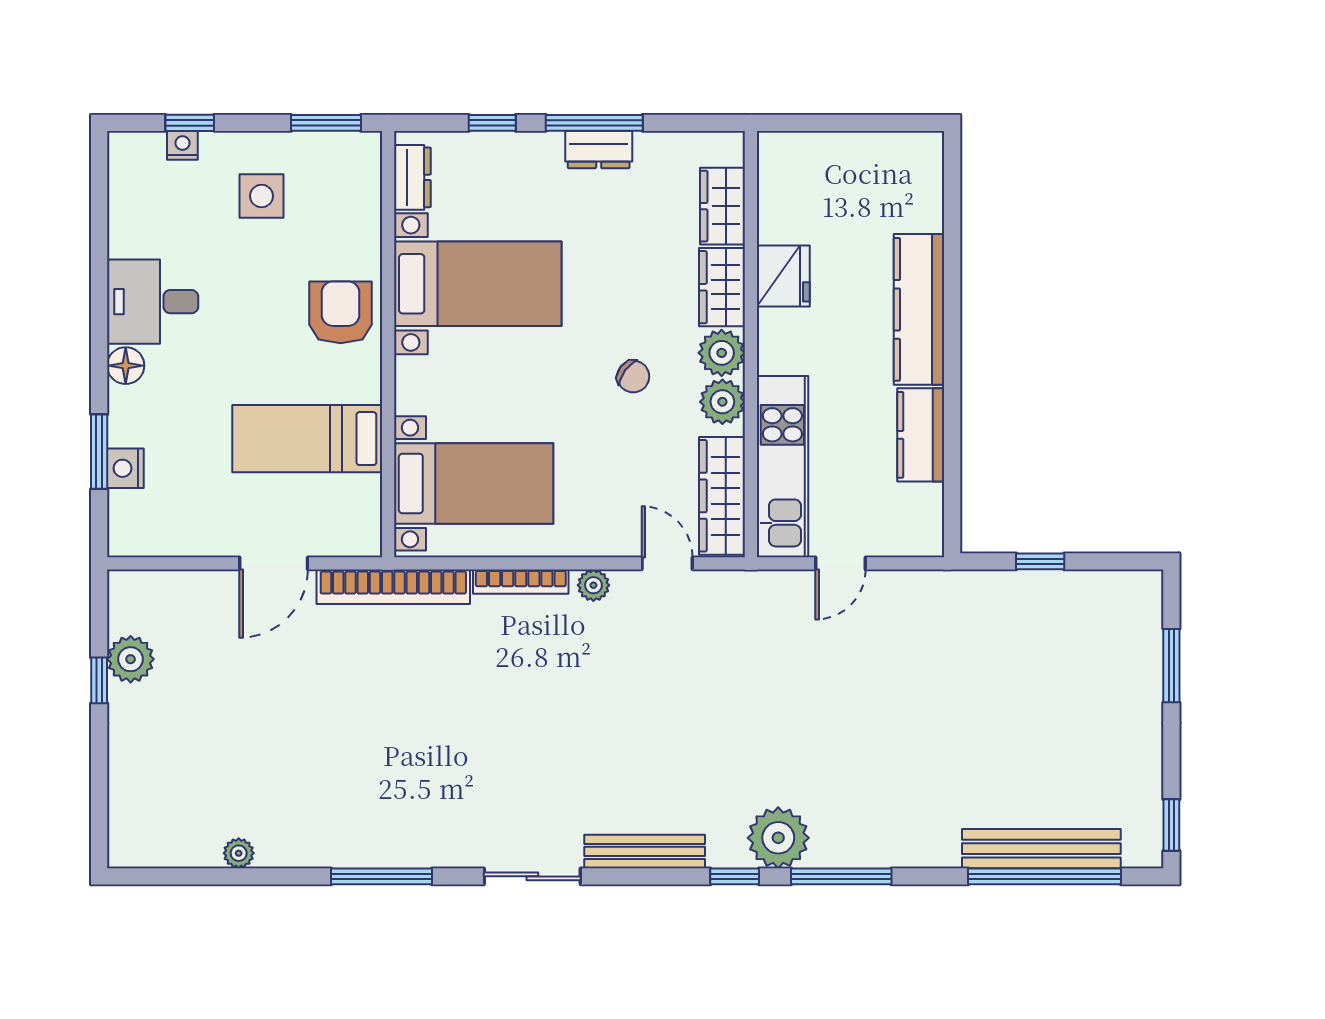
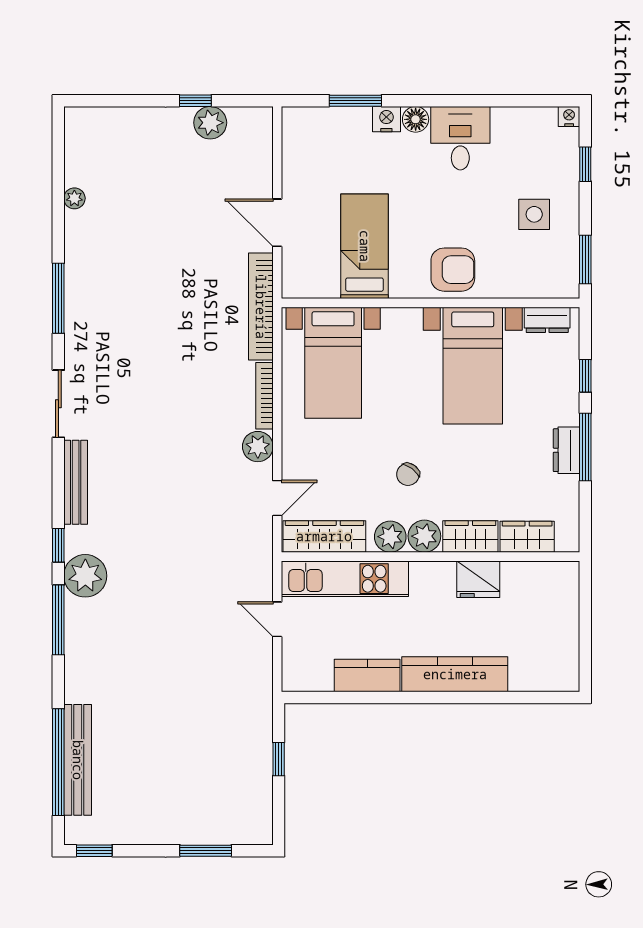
nightstand: (182, 145) -> (569, 116), moved, turned -90
nightstand: (125, 468) -> (386, 119), moved
plant: (593, 585) -> (258, 447), width x1.38, depth x1.38

